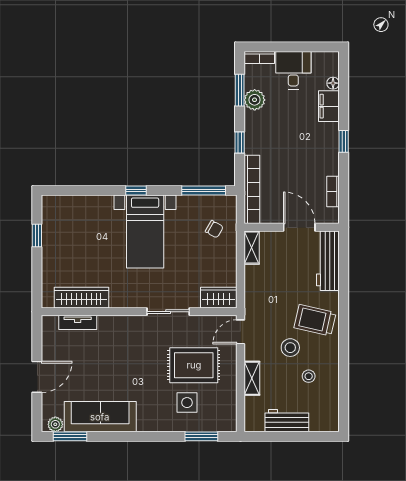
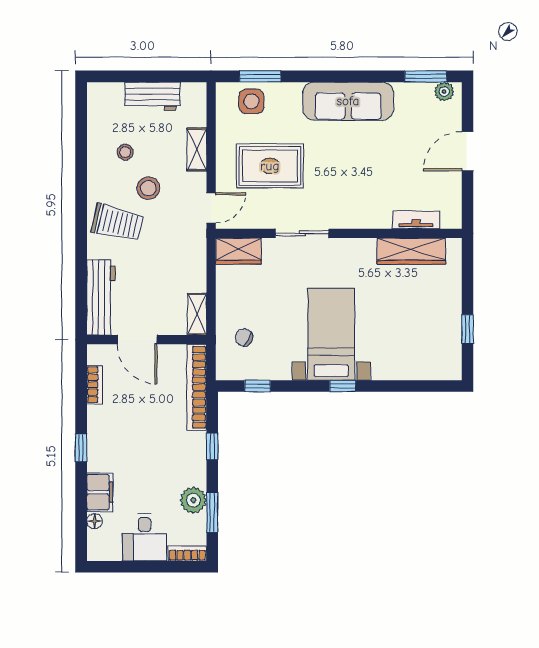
window: (204, 190) -> (258, 386), width x0.46
side table: (187, 403) -> (251, 101), moved
sofa: (100, 417) -> (348, 101), moved

